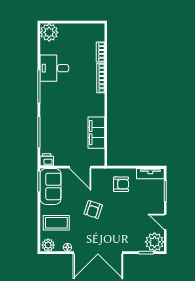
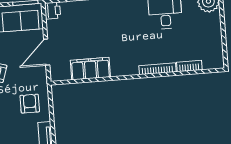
armchair: (121, 184) -> (30, 104), turned 180

